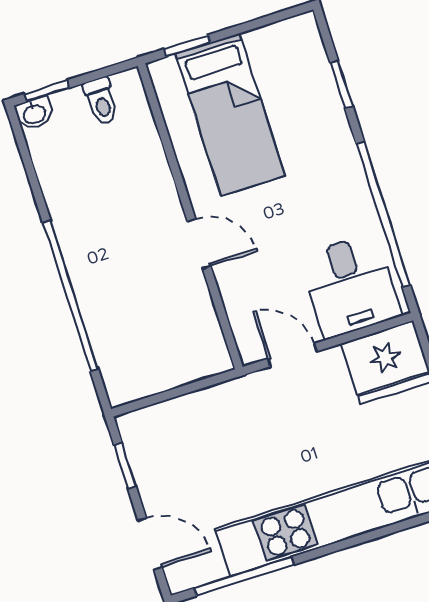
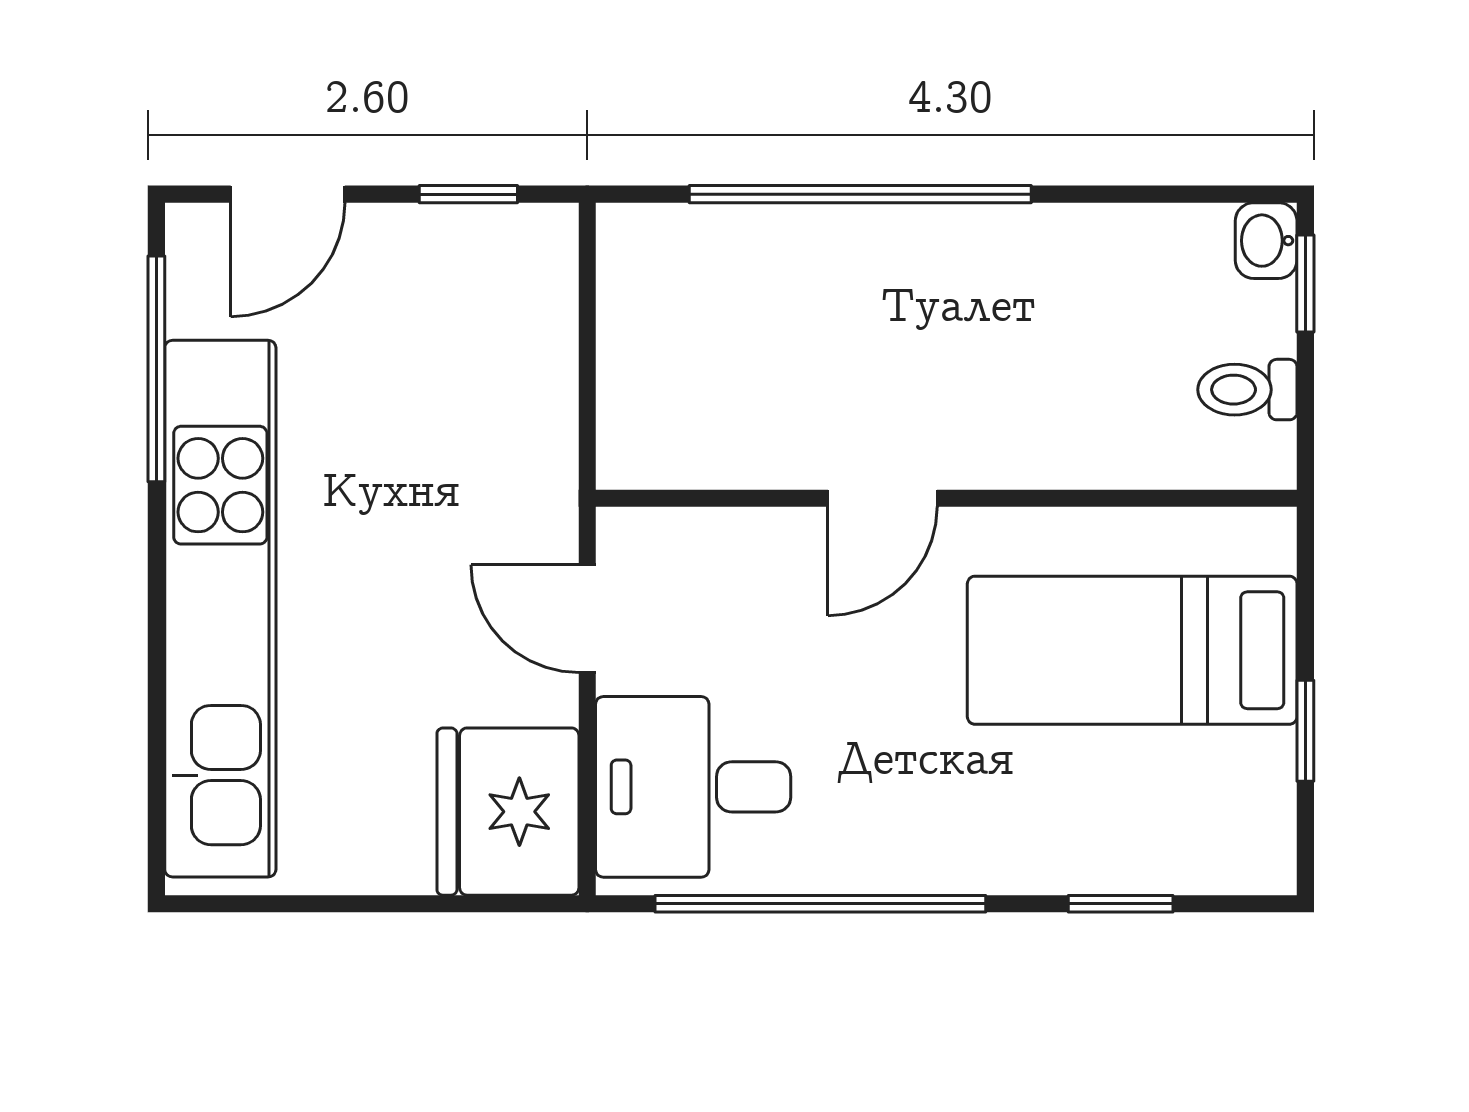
window: (187, 46) -> (1305, 731), moved
door: (292, 355) -> (587, 619), swing flipped

